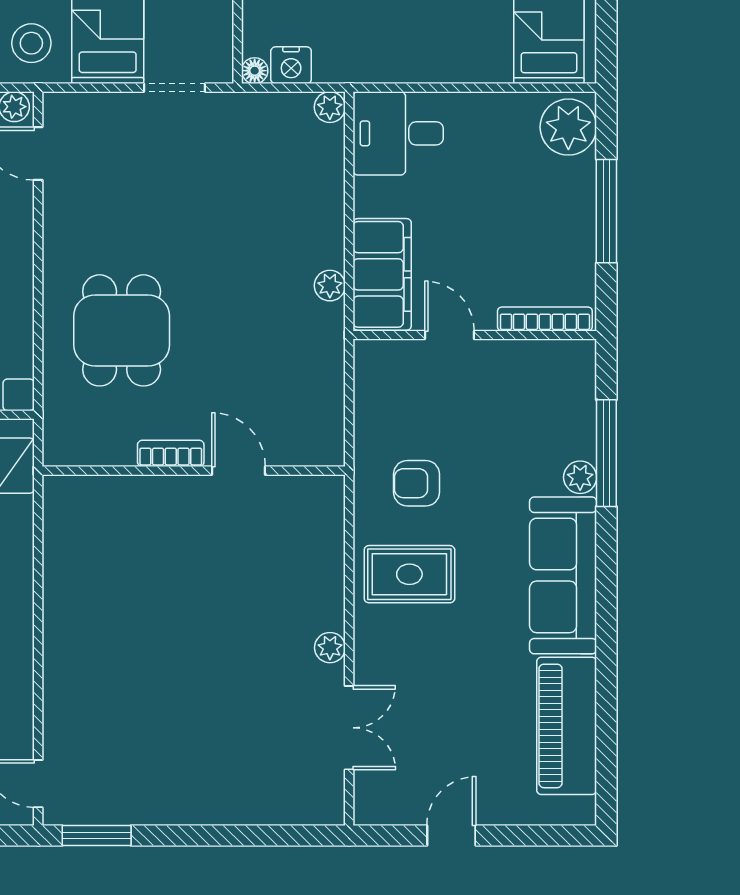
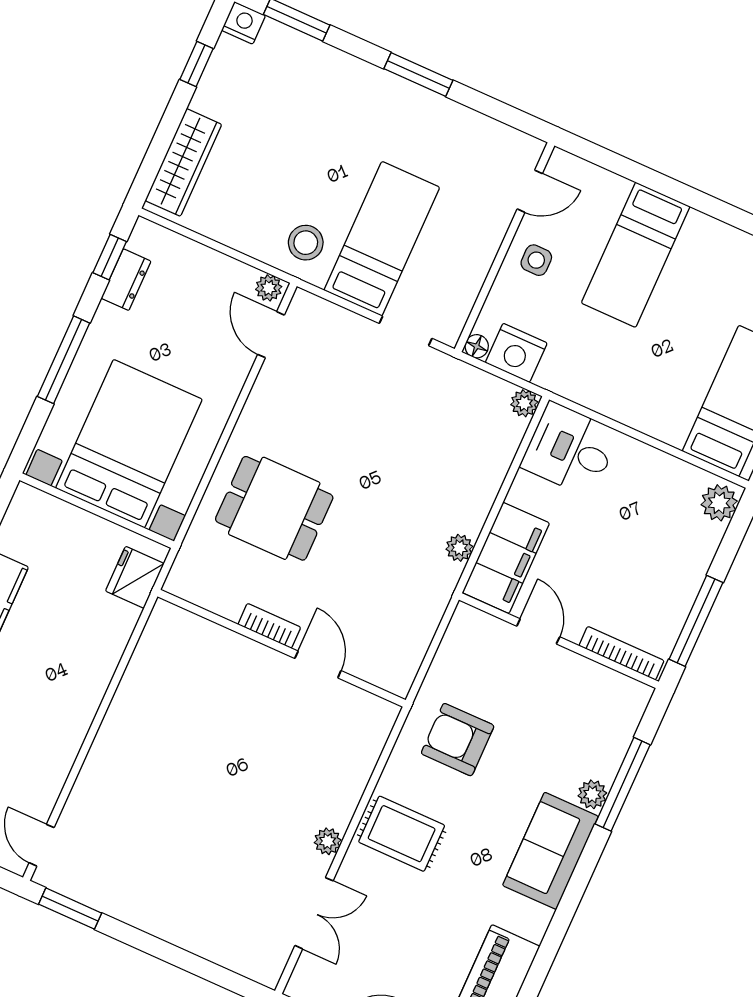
nightstand: (291, 65) -> (516, 353), width x1.36, depth x1.33
plant: (568, 127) -> (719, 503), width x0.73, depth x0.73
window: (606, 211) -> (696, 621), moved
dining table: (122, 330) -> (274, 508), turned 90
armchair: (416, 483) -> (458, 740), width x1.38, depth x1.38
rug: (409, 574) -> (402, 834), moved
sofa: (563, 575) -> (550, 851), width x0.73

